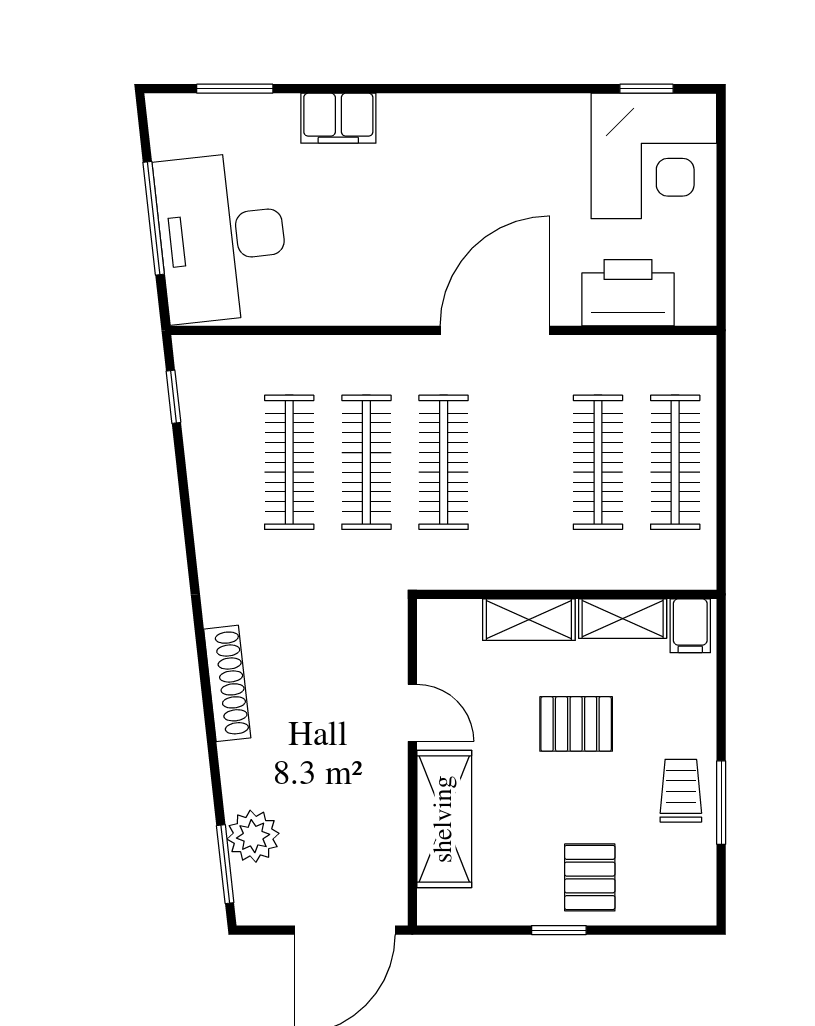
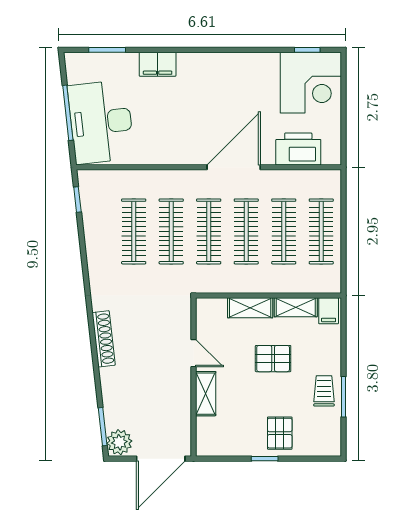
clothes rail: (521, 462) -> (246, 231), added
shelving: (444, 819) -> (206, 394), width x0.67, depth x0.75
plant: (253, 836) -> (119, 442), moved

